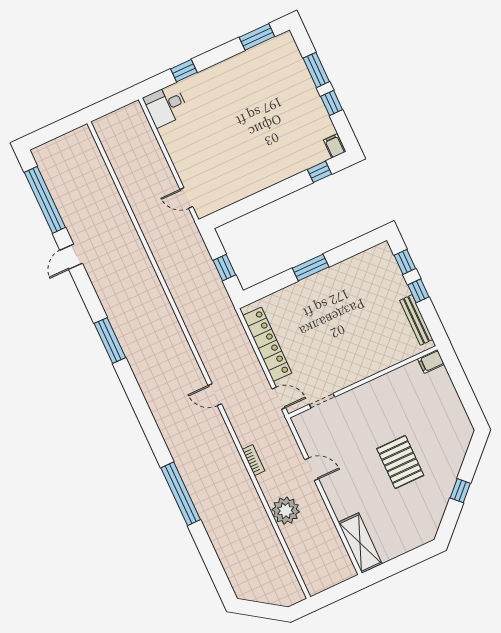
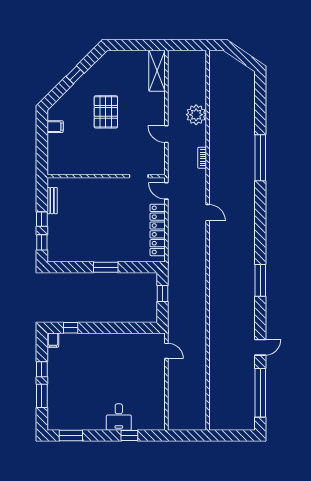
desk: (166, 106) -> (119, 417), moved, turned 90
bench: (416, 320) -> (52, 201), width x0.73
filing cabinet: (431, 361) -> (55, 127), moved

